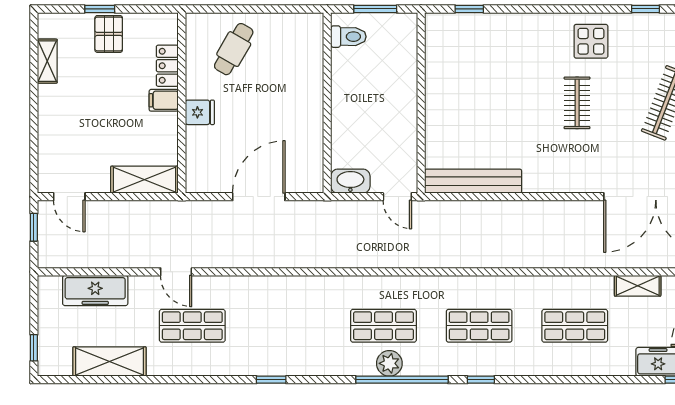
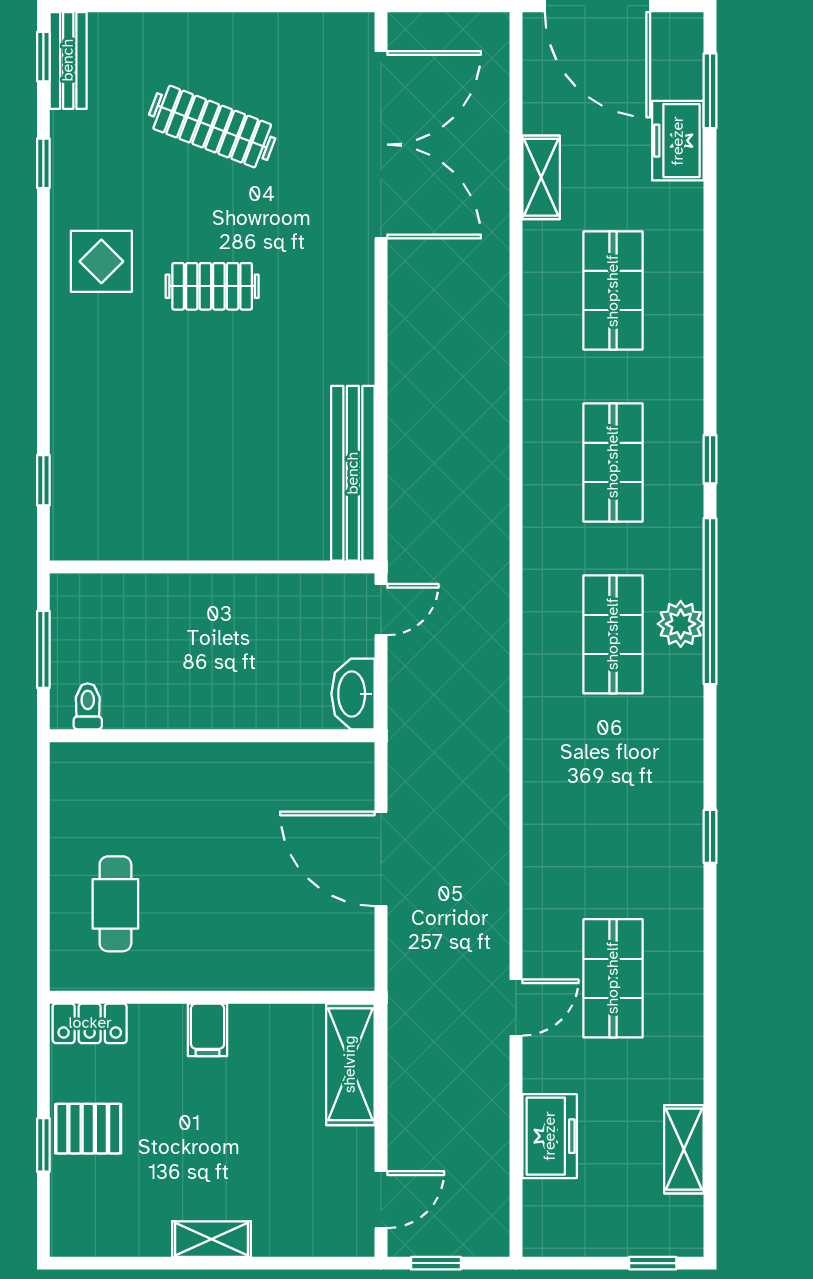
toilet: (348, 37) -> (88, 706), width x0.73, depth x0.72
cafe table: (234, 49) -> (115, 904), turned 60
shelving: (47, 61) -> (211, 1239), moved
locker: (167, 66) -> (90, 1023), moved
fridge: (200, 112) -> (229, 965), removed
freezer: (95, 290) -> (550, 1136), width x0.71
shelving: (110, 361) -> (684, 1149), width x0.67, depth x0.75

